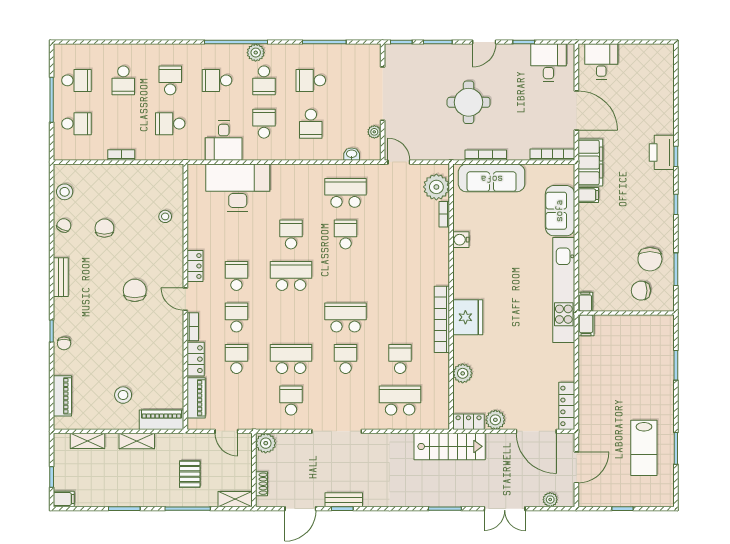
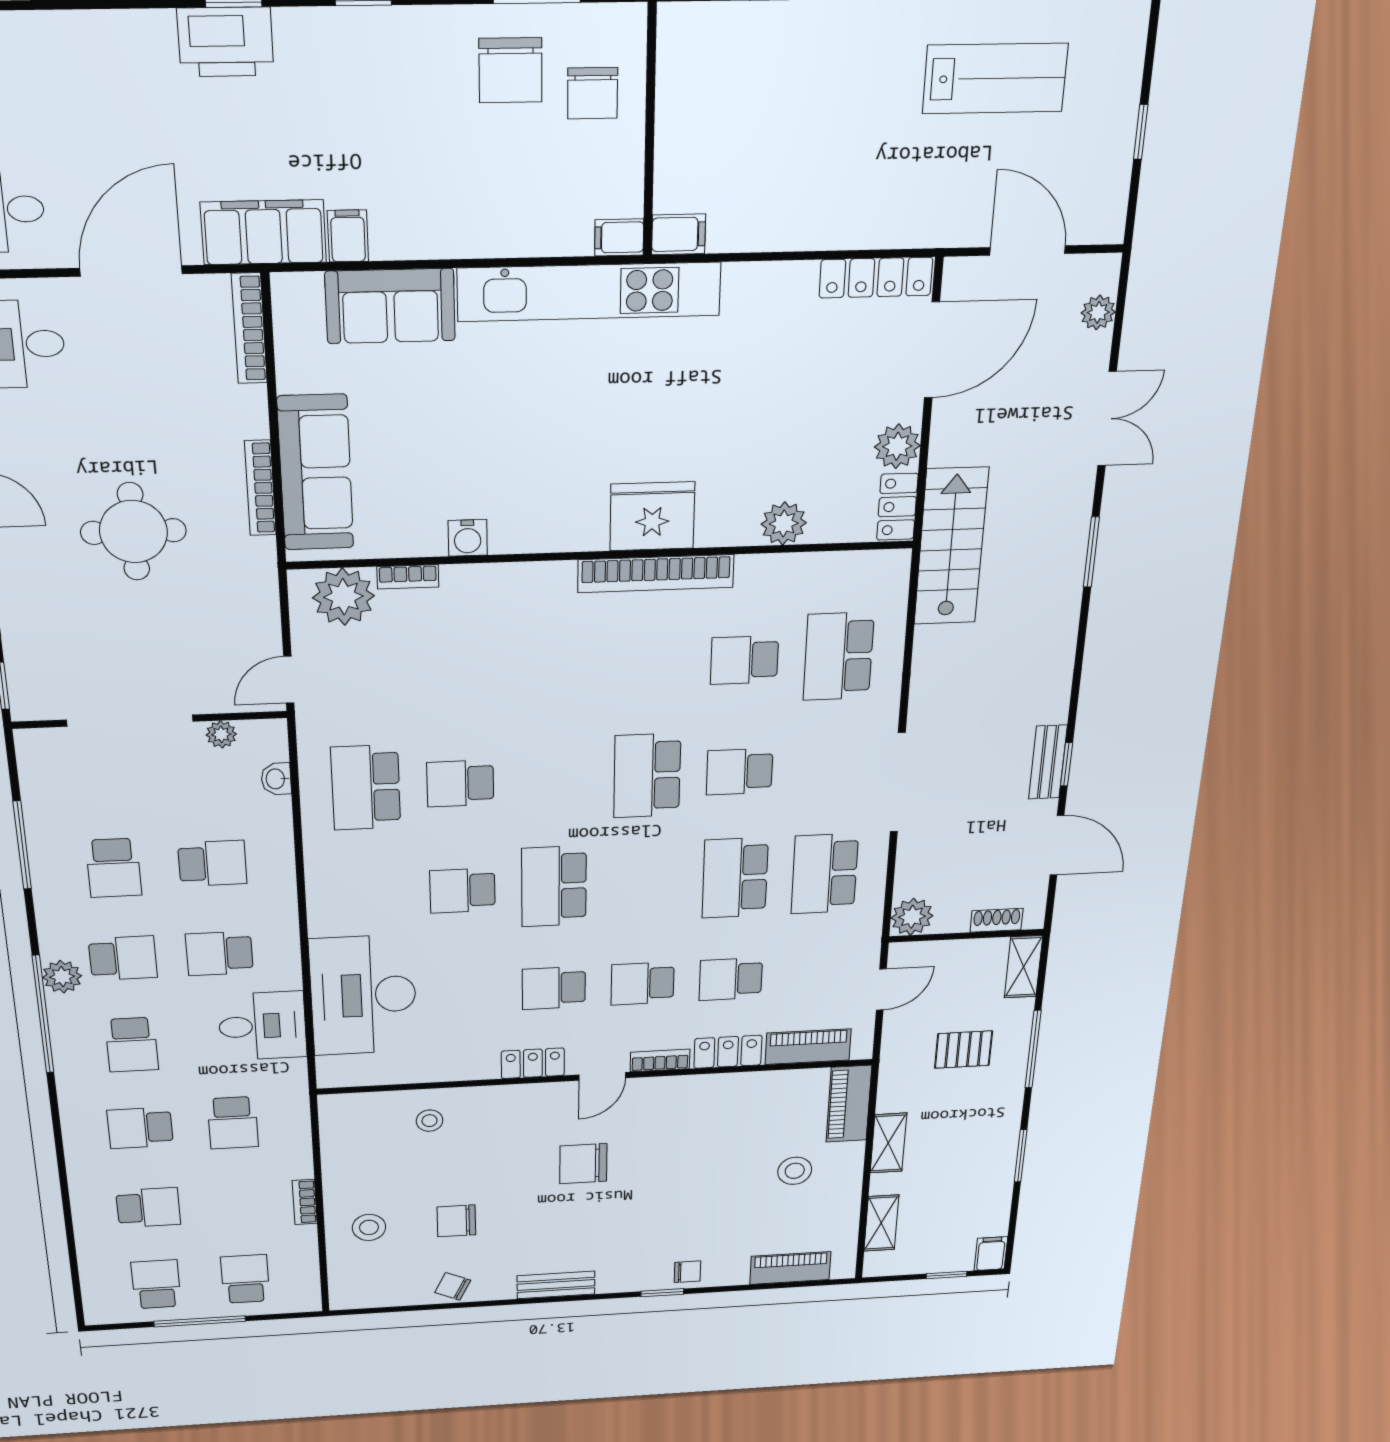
stool: (65, 192) -> (369, 1227), moved
chair: (650, 259) -> (511, 70), turned 90
school desk: (291, 401) -> (825, 874), width x1.85

